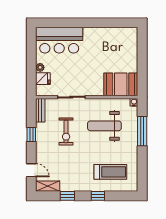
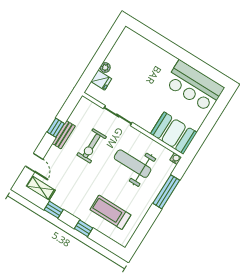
bar counter: (59, 40) -> (194, 86), moved
bench: (40, 110) -> (64, 135), moved
treadmill: (110, 172) -> (110, 212), turned 180

